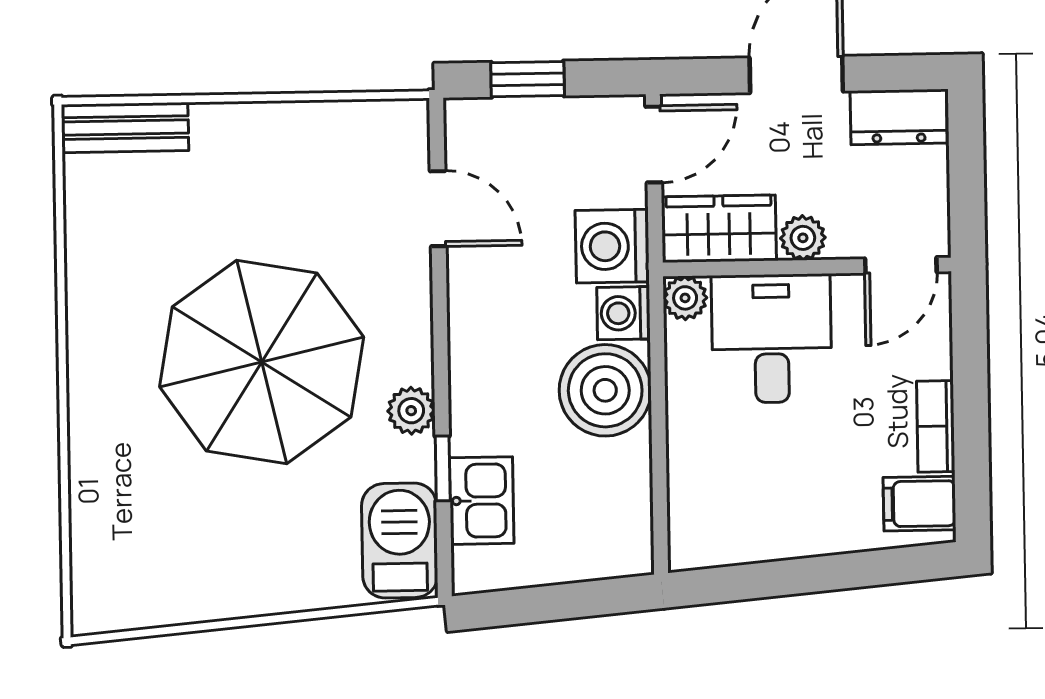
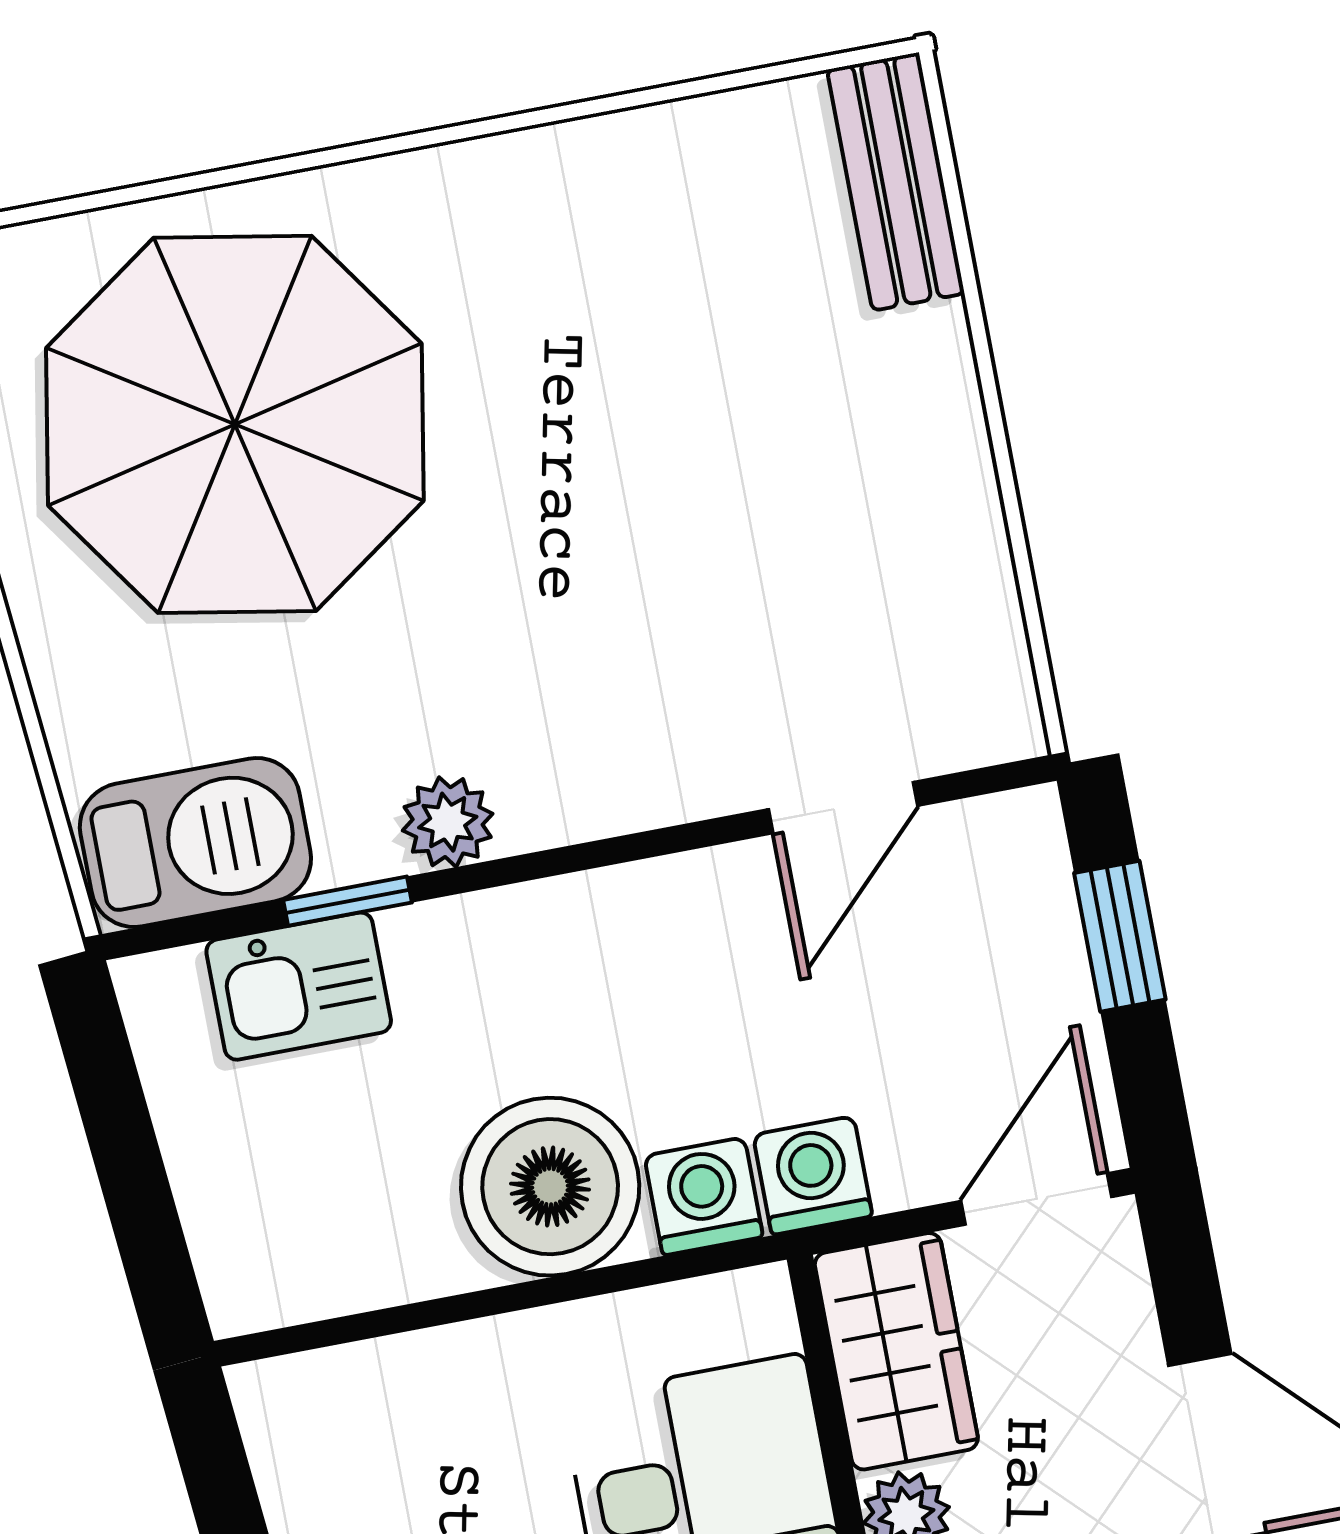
door: (654, 144) -> (1036, 1199), swing flipped
washing machine: (612, 246) -> (813, 1176), width x0.73, depth x0.73
plant: (685, 298) -> (753, 1309), removed
parasol: (262, 362) -> (235, 424), moved

